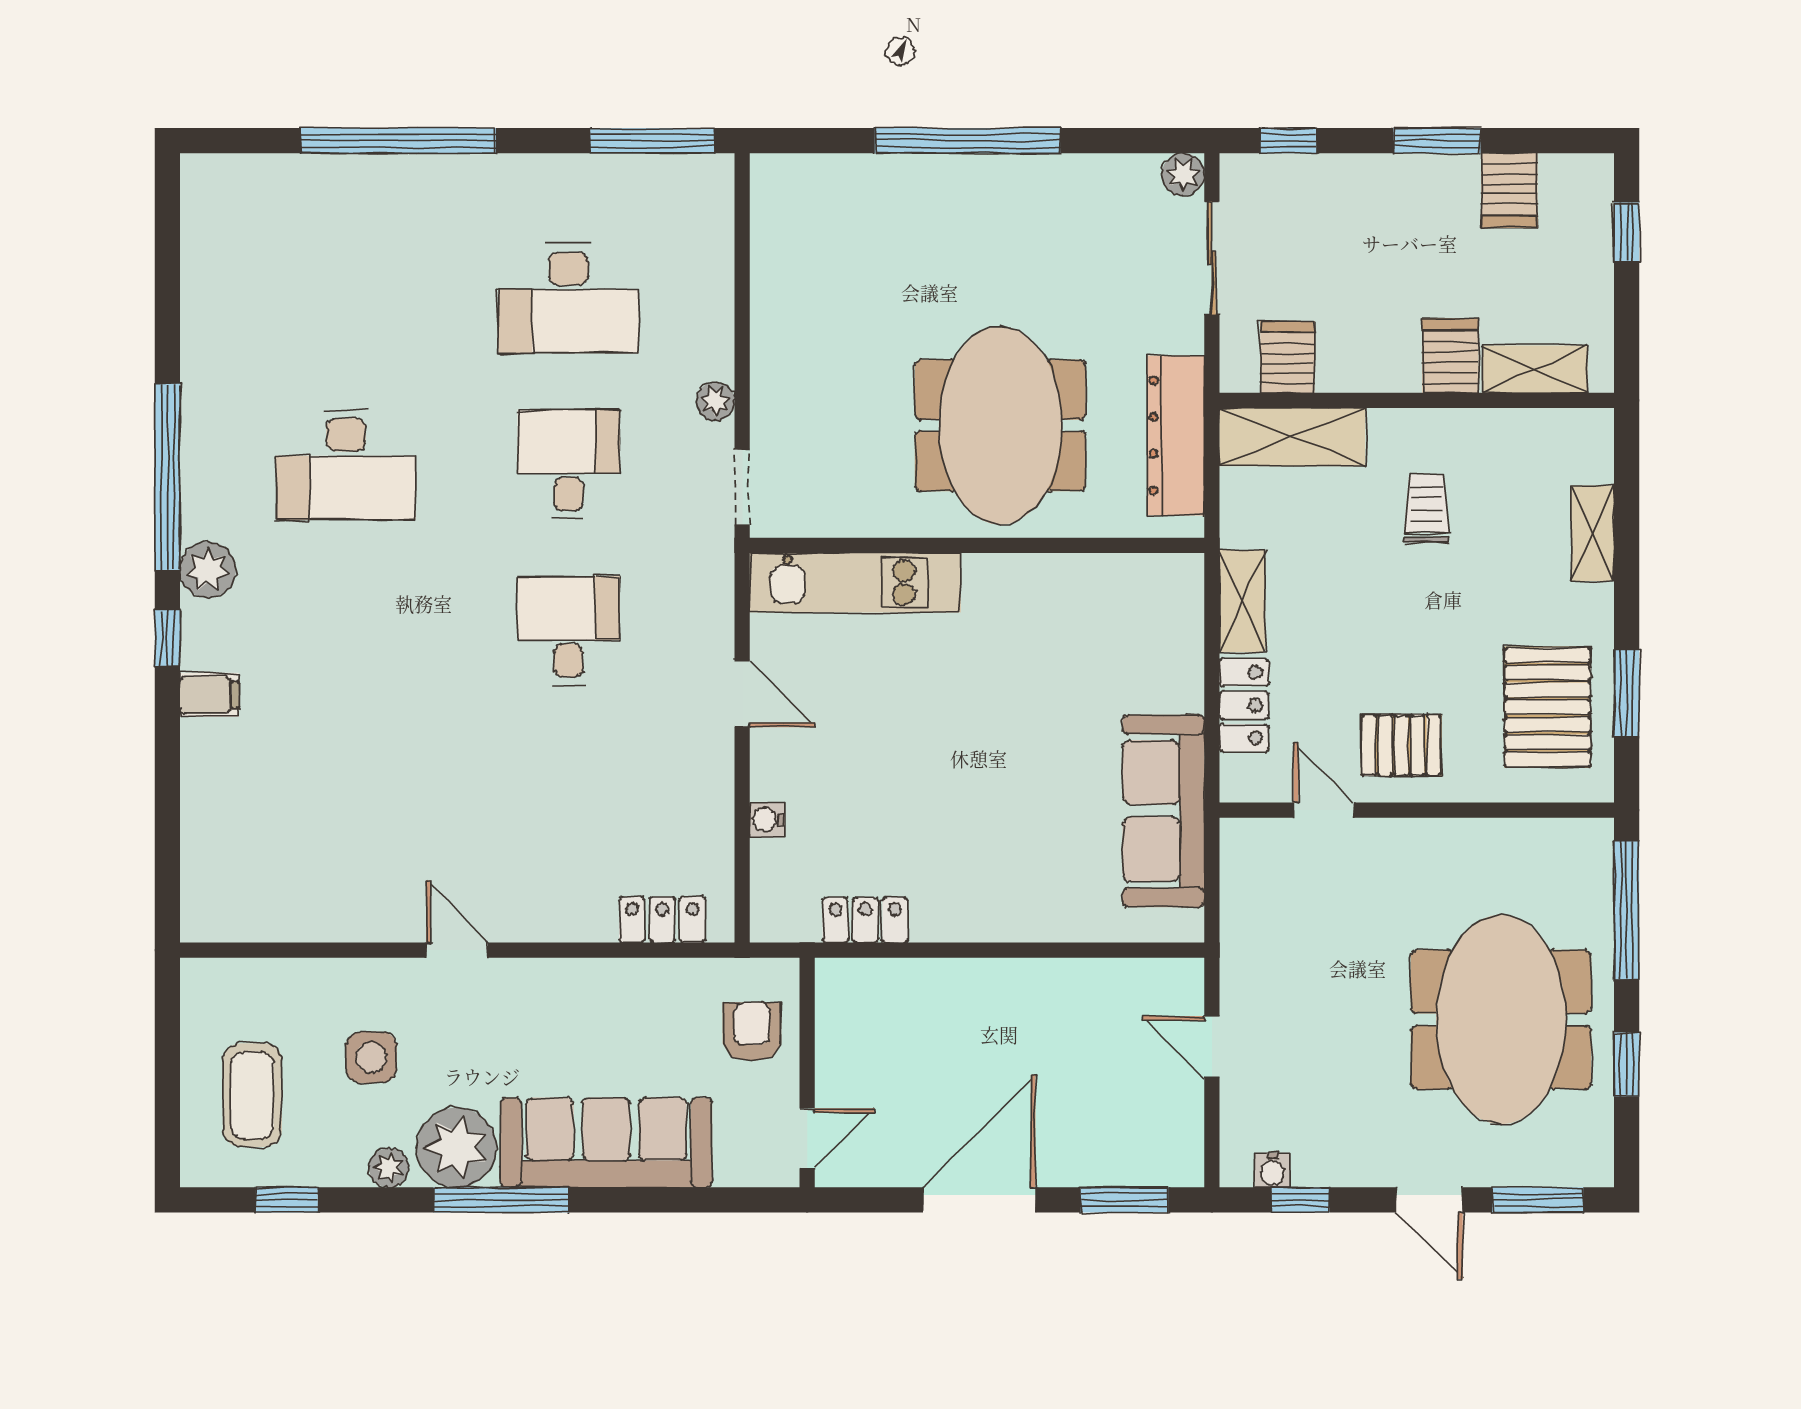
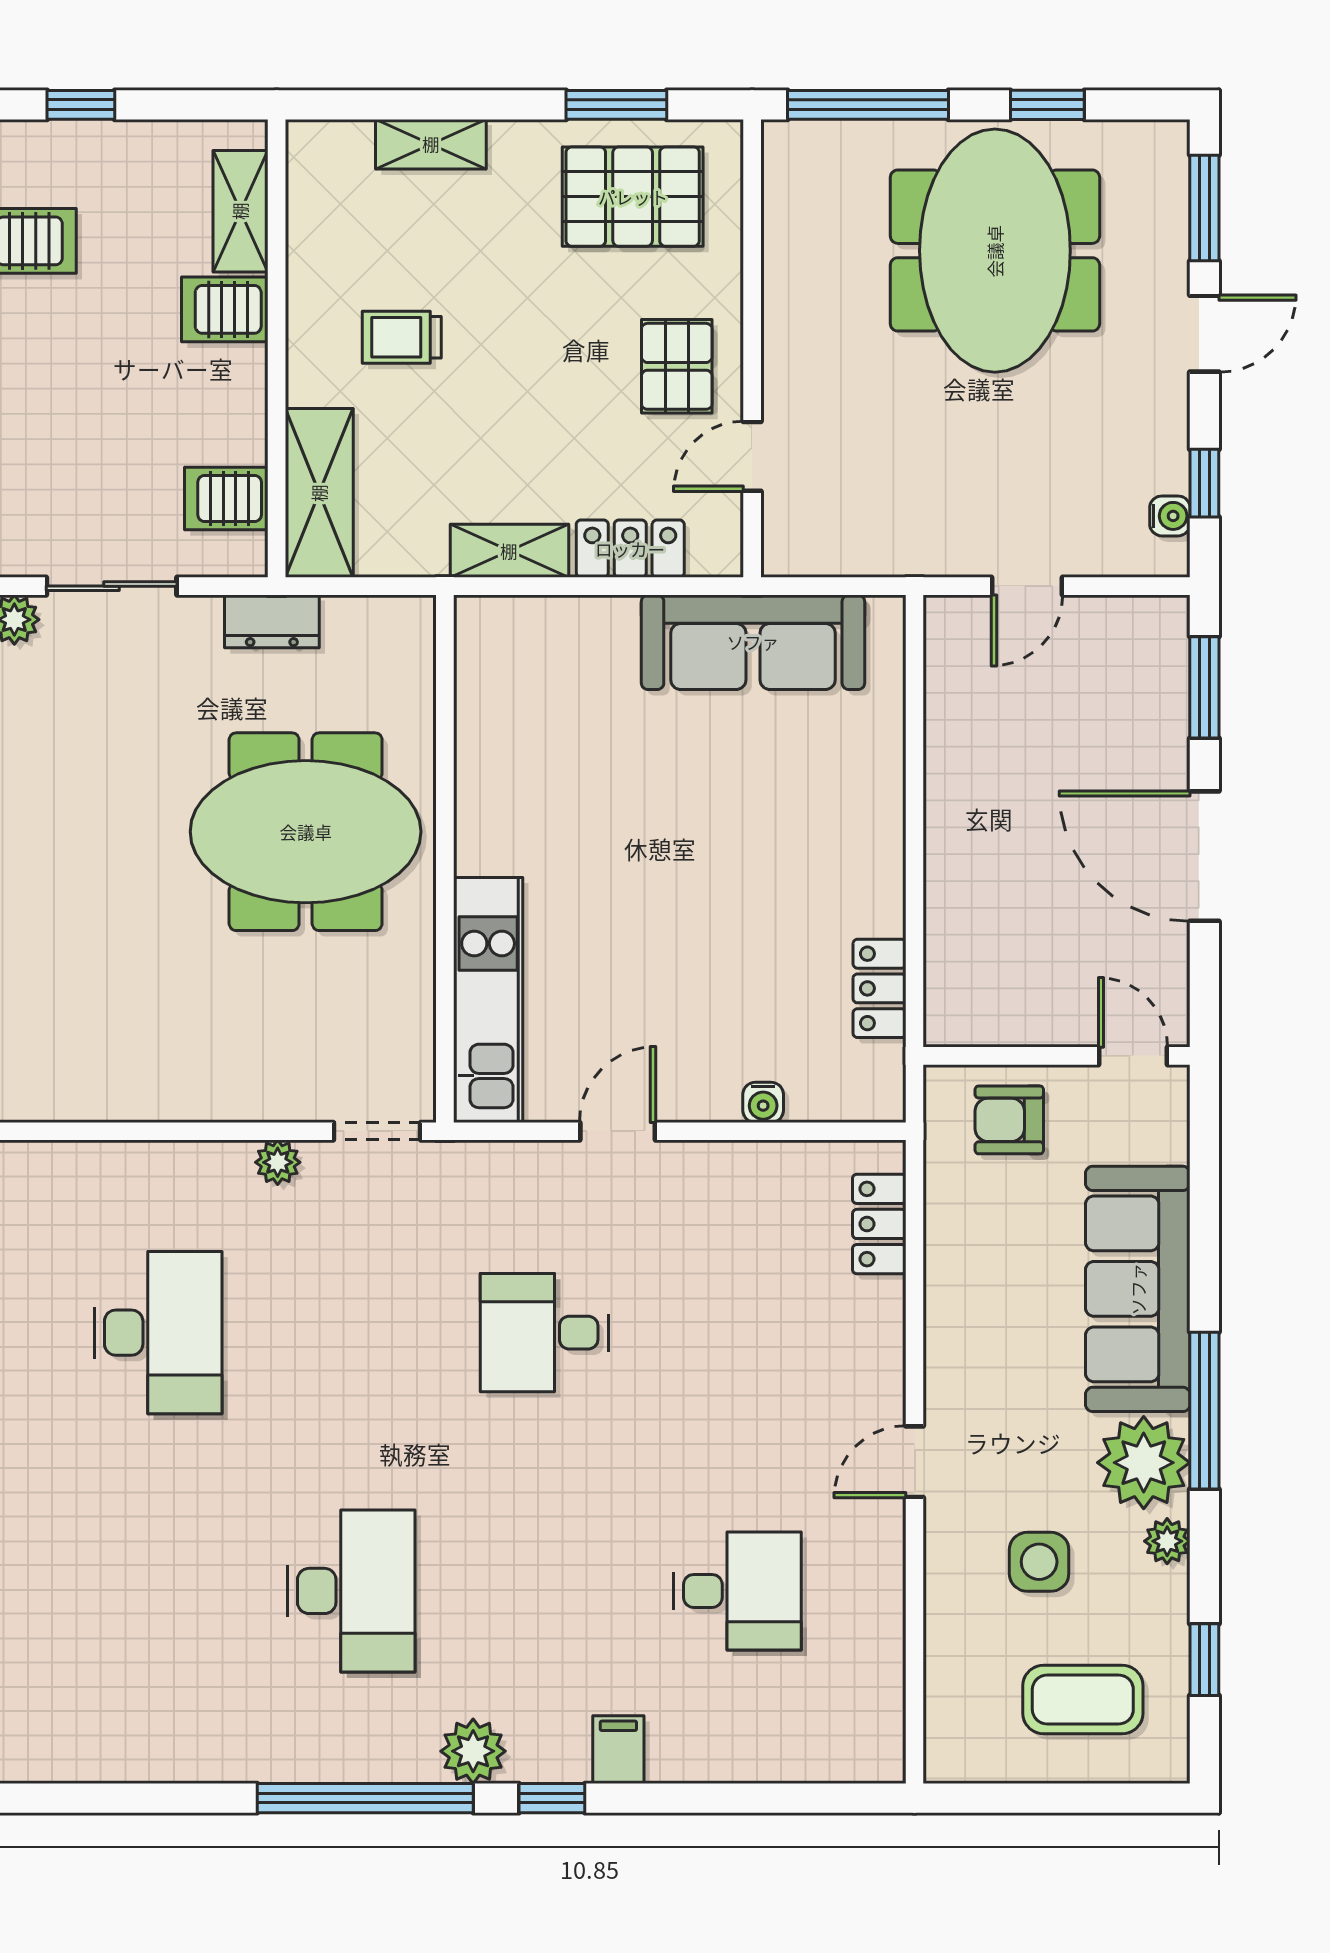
dresser: (1176, 435) -> (272, 621), width x0.51, depth x0.80
desk: (569, 465) -> (737, 1591), moved, turned 180
meeting table: (1501, 1019) -> (995, 251), turned 90

